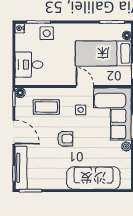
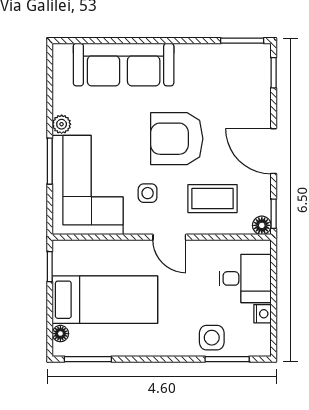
nightstand: (20, 28) -> (262, 314), moved
door: (85, 87) -> (169, 237), moved
armchair: (65, 139) -> (177, 139), width x1.88, depth x1.88
tv unit: (21, 168) -> (260, 84), removed

